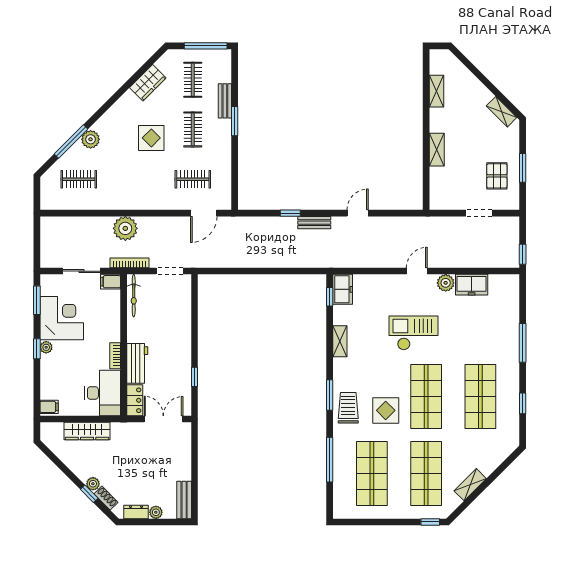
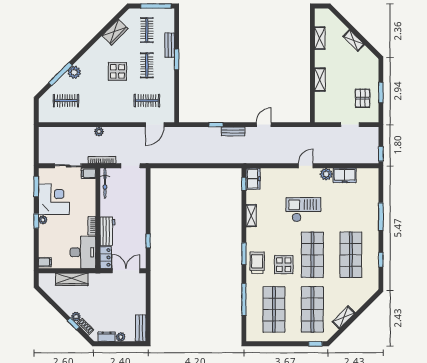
shelving: (502, 112) -> (354, 40), moved
plant: (125, 228) -> (99, 132), width x0.53, depth x0.53

